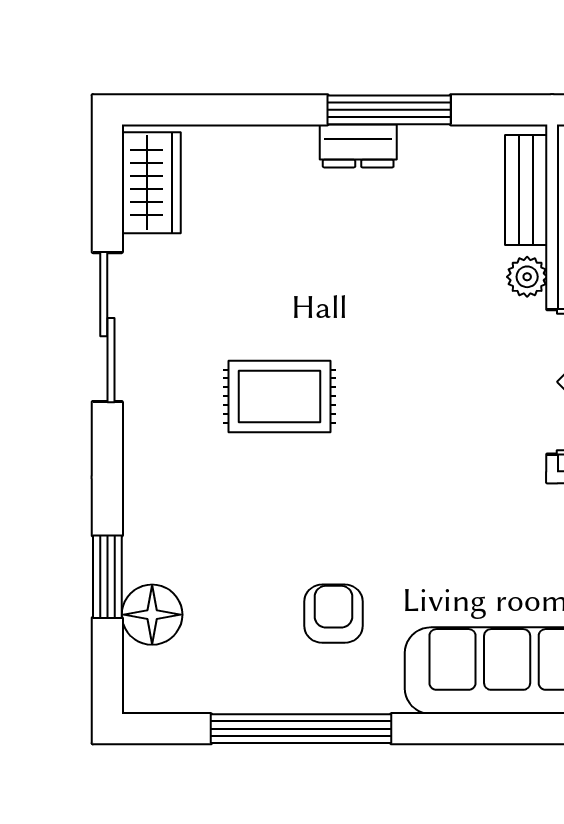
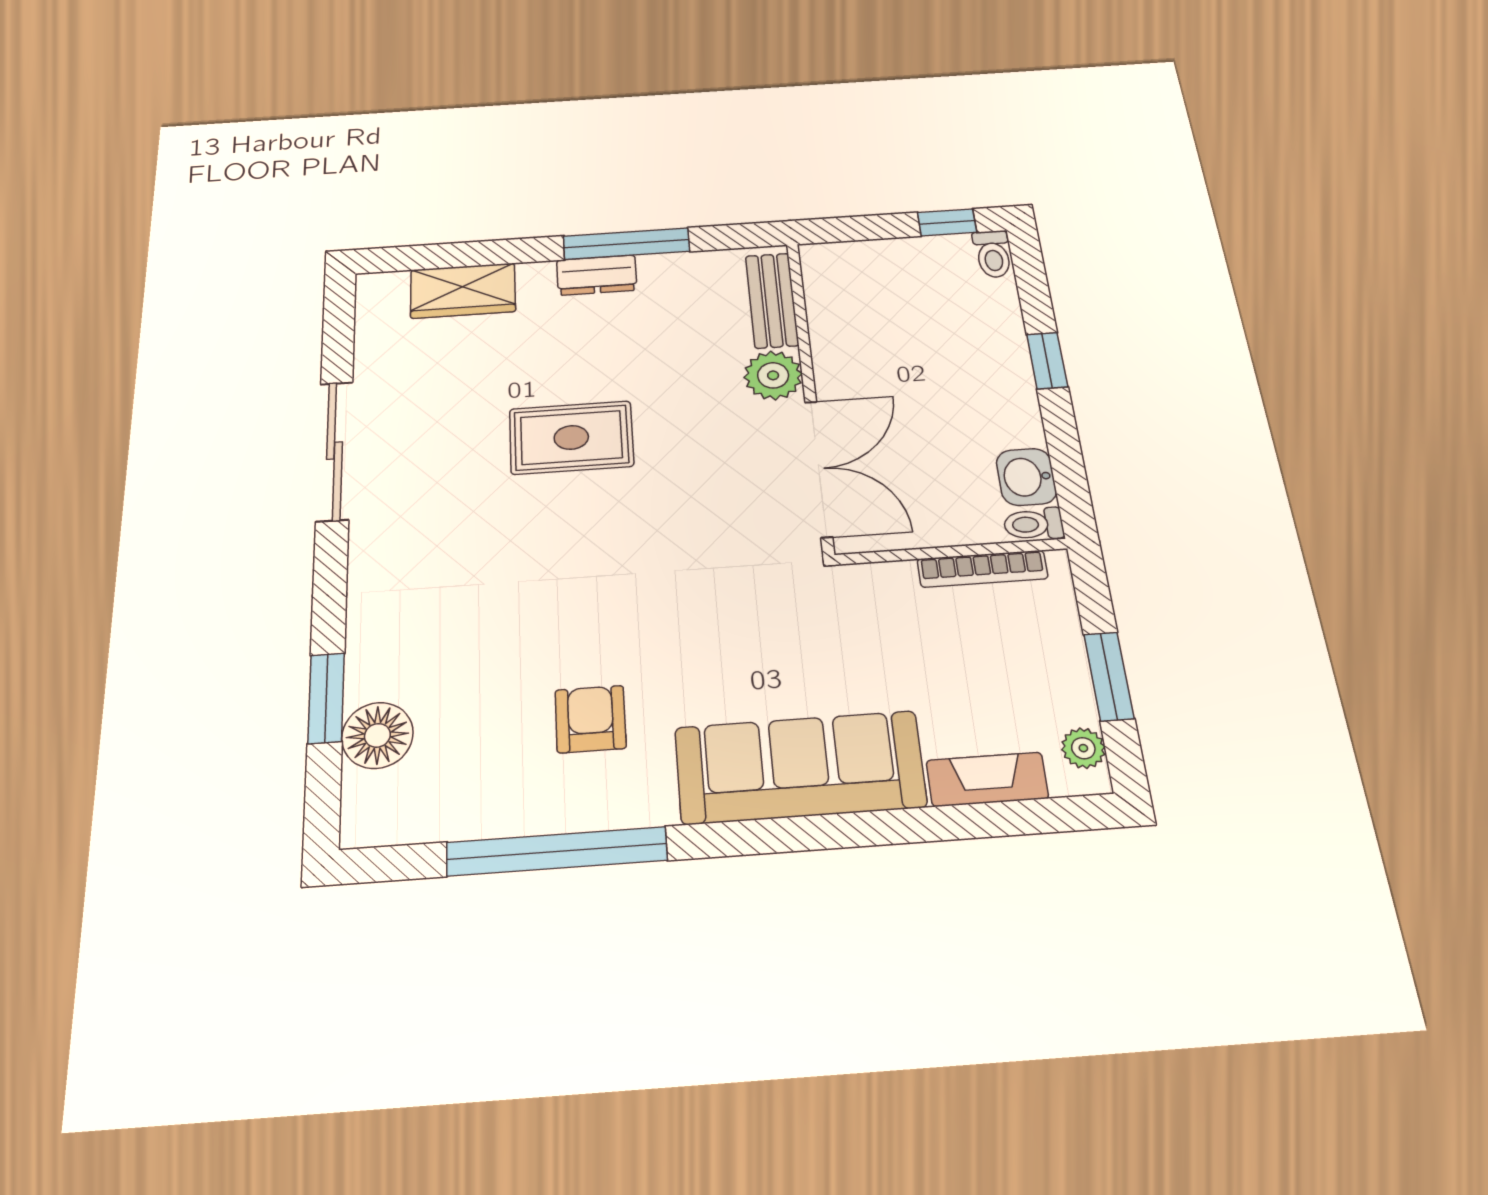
wardrobe: (151, 183) -> (463, 291), moved, turned 90
plant: (527, 277) -> (773, 375), width x1.38, depth x1.38
rug: (279, 396) -> (571, 438), moved

